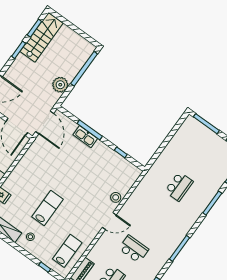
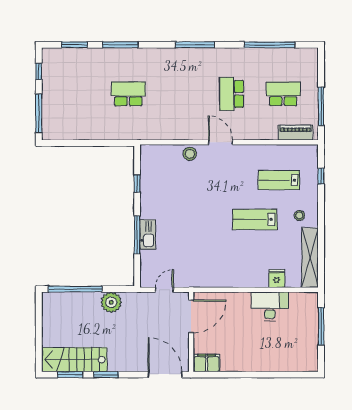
door: (45, 122) -> (164, 290), width x0.53
lab bench: (67, 251) -> (279, 180), moved

